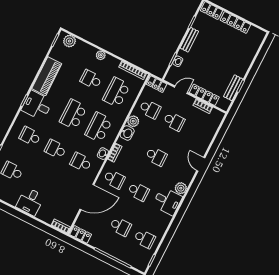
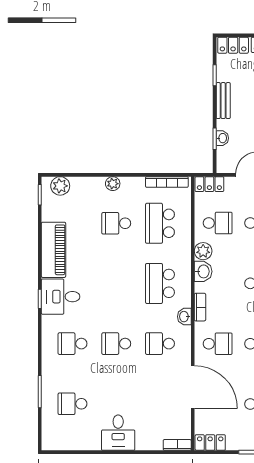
school desk: (73, 114) -> (116, 283), removed
door: (87, 197) -> (193, 387), hinge flipped

